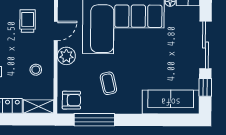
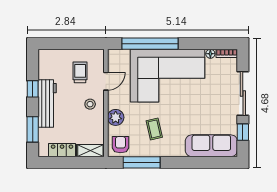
plant: (66, 56) -> (116, 117), moved
stool: (36, 70) -> (90, 104), moved
armchair: (71, 100) -> (121, 145), turned -90

